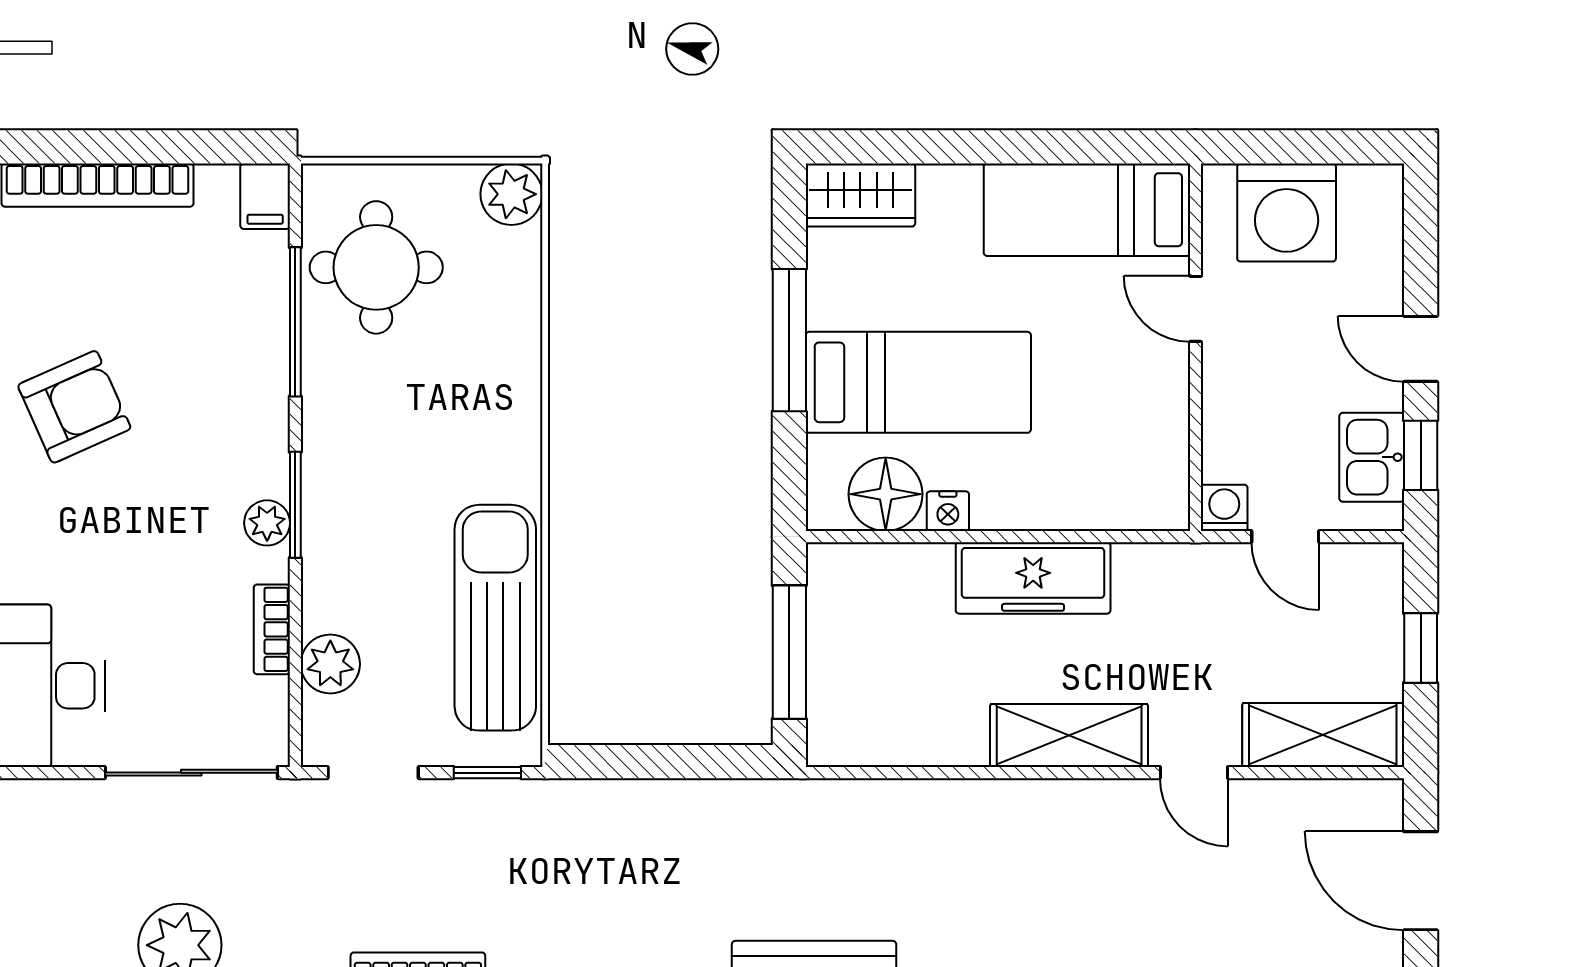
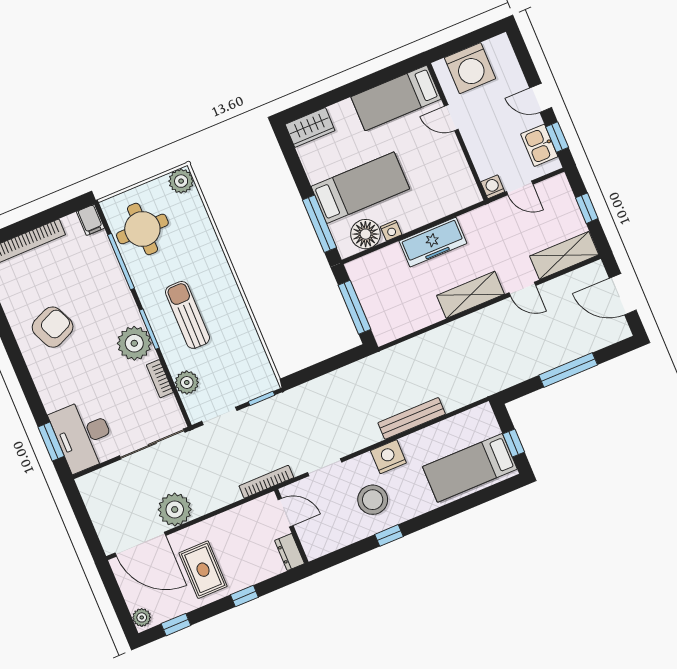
window: (789, 340) -> (319, 224), moved
plant: (267, 523) -> (134, 343), width x1.88, depth x1.88
sun lounger: (495, 618) -> (187, 315), moved, width x0.73, depth x0.75

